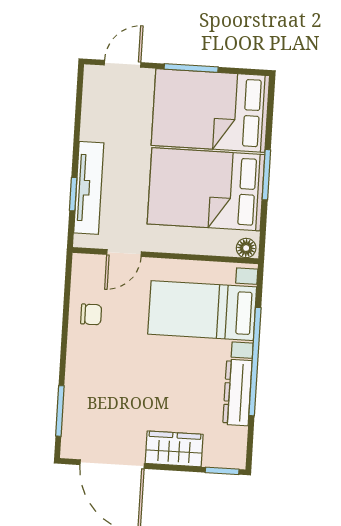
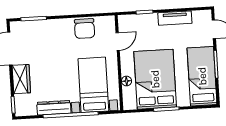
bed: (210, 111) -> (202, 76), width x0.67
tv unit: (89, 188) -> (175, 18), moved, width x0.71
floor lamp: (246, 248) -> (126, 81), moved
door: (124, 253) -> (118, 42), swing flipped
chair: (91, 314) -> (85, 29), width x1.87, depth x1.87

